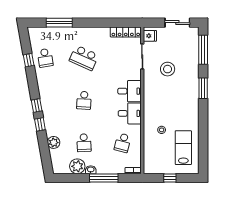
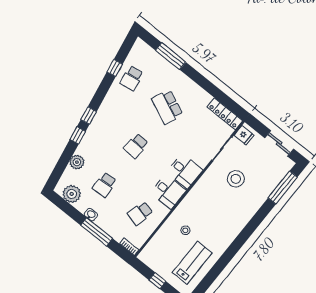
window: (203, 88) -> (254, 223), removed
plant: (77, 166) -> (72, 194), moved

